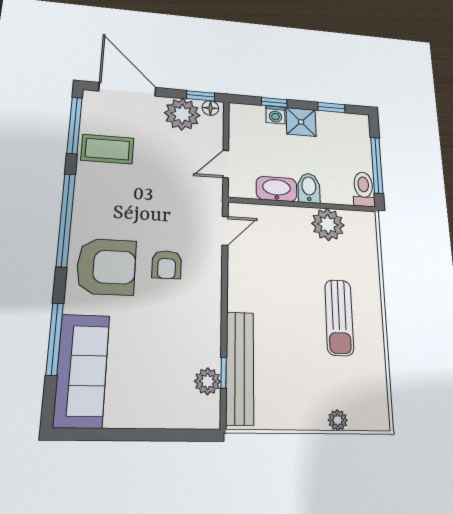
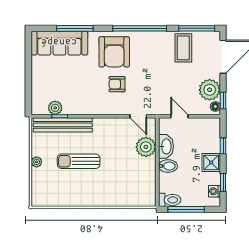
washing machine: (275, 115) -> (214, 191), moved
plant: (328, 224) -> (146, 147), moved
sun lounger: (339, 317) -> (79, 161), moved
plant: (338, 420) -> (37, 162), moved

